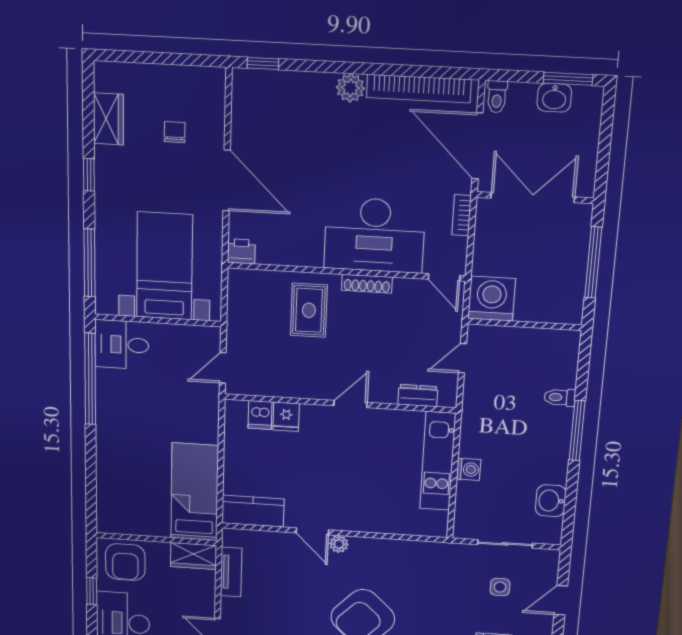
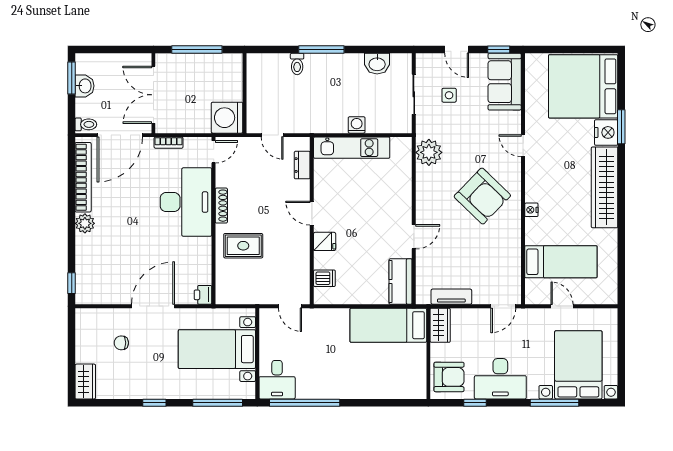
wardrobe: (108, 119) -> (85, 382), moved, turned 90
fridge: (286, 417) -> (325, 241), moved
plant: (339, 544) -> (429, 152), moved, width x1.88, depth x1.88

